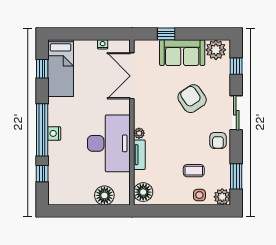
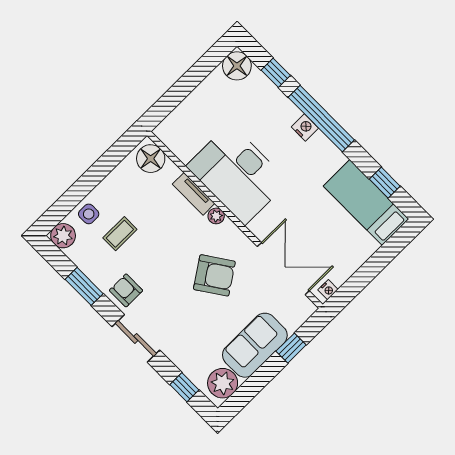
nightstand: (103, 44) -> (328, 290), moved
armchair: (192, 99) -> (214, 275), moved
window: (236, 176) -> (84, 286), moved
floor lamp: (104, 195) -> (237, 66), moved

